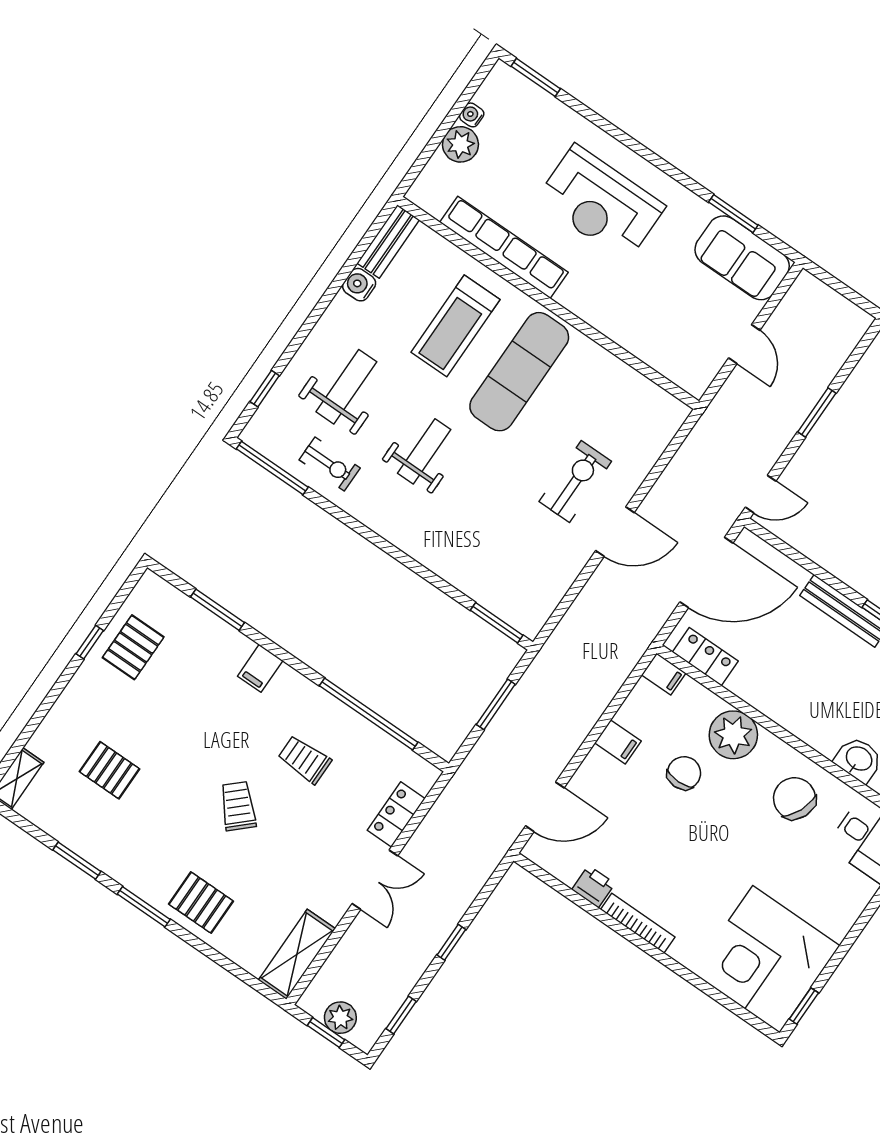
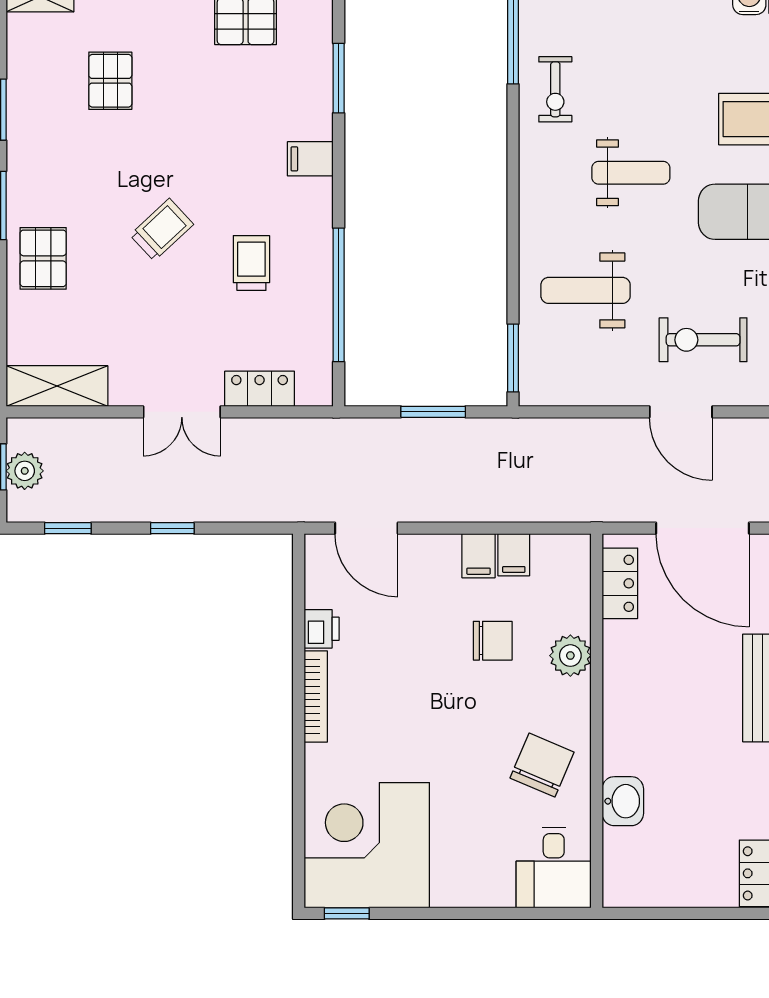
weight bench: (346, 387) -> (586, 290), moved, turned 180
exercise bike: (575, 481) -> (703, 340), turned 180
filing cabinet: (664, 674) -> (514, 555), moved
plant: (733, 735) -> (570, 656), width x0.73, depth x0.73

